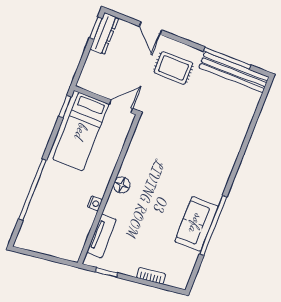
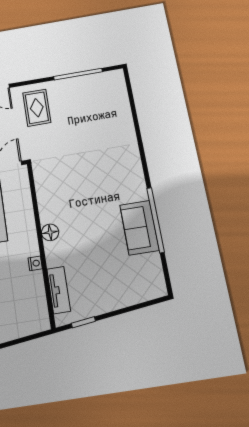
rug: (174, 68) -> (37, 108), turned 90
bench: (234, 72) -> (91, 82), removed
bookcase: (151, 276) -> (127, 301), removed

